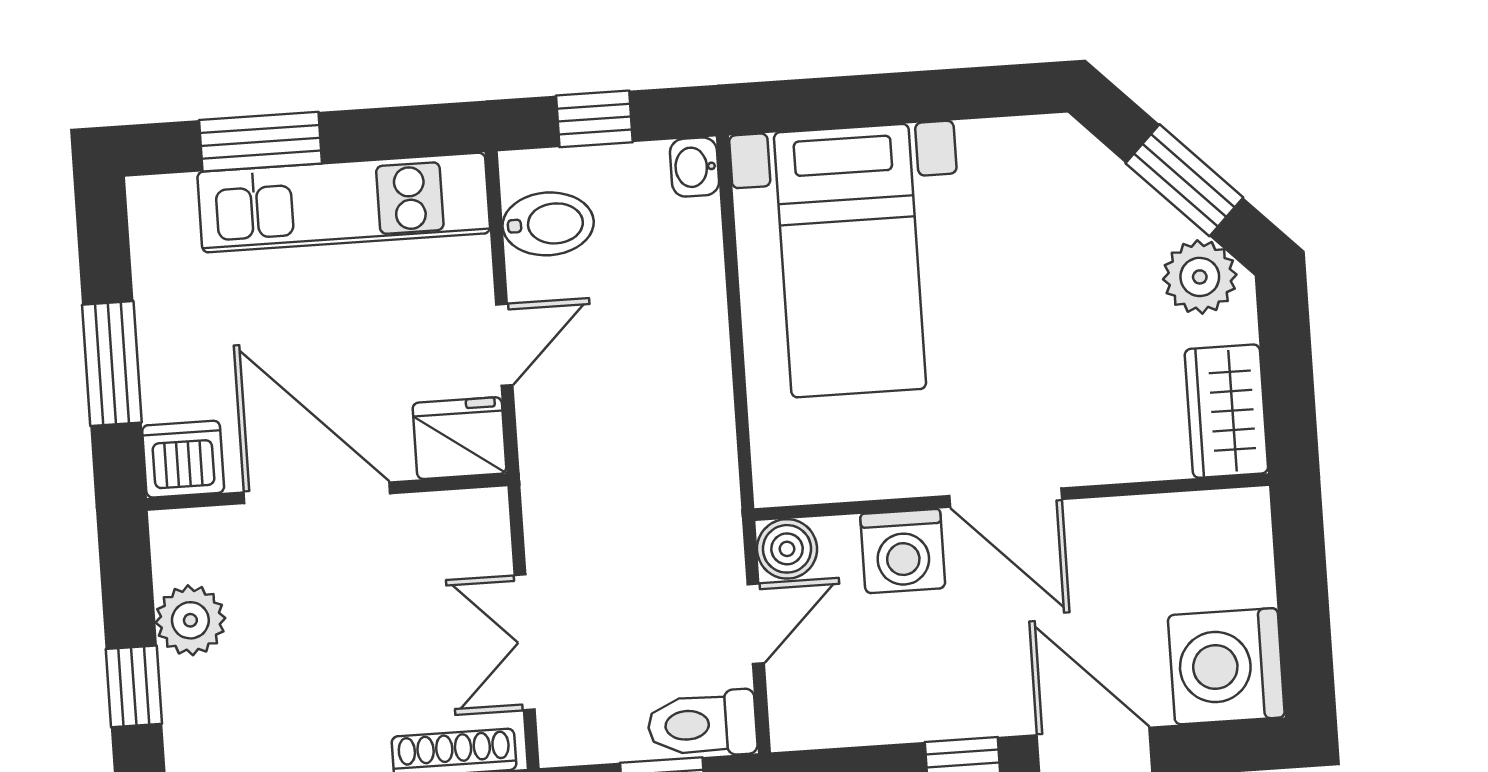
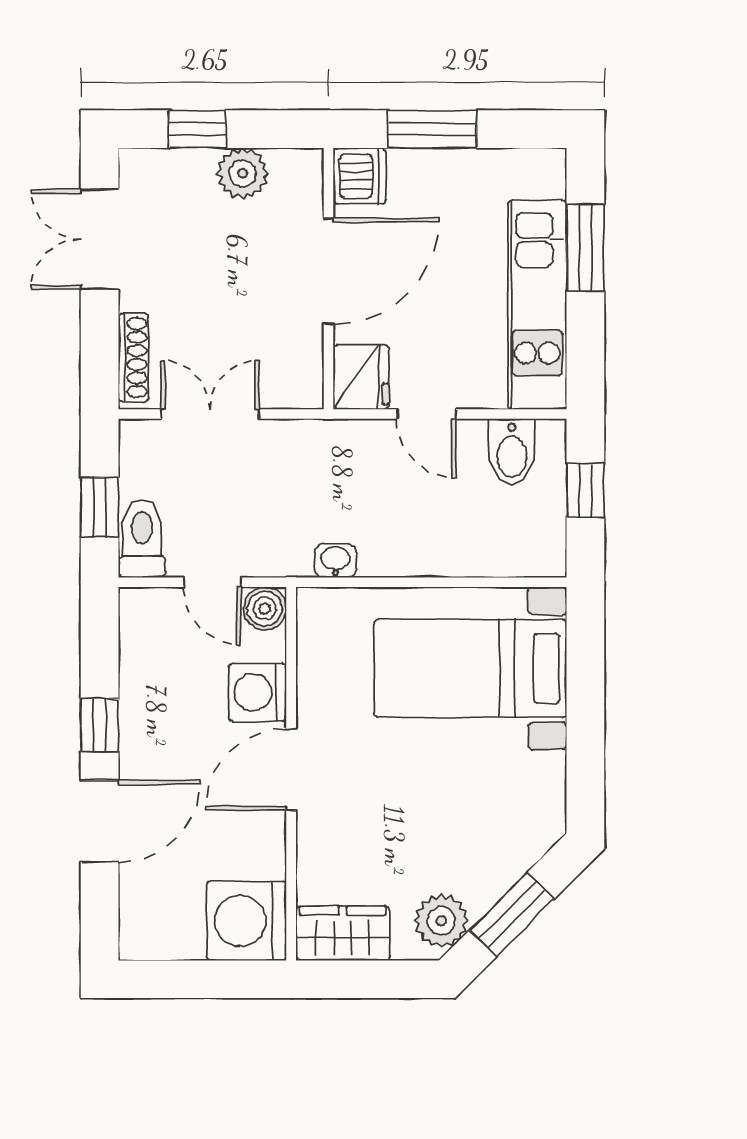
washbasin: (695, 167) -> (335, 561), moved
washing machine: (1226, 666) -> (247, 921), moved, turned -90

